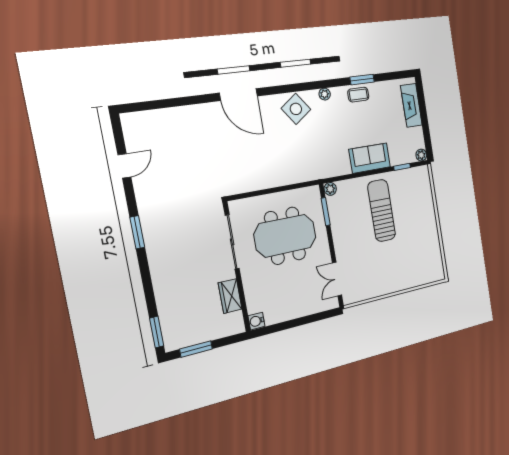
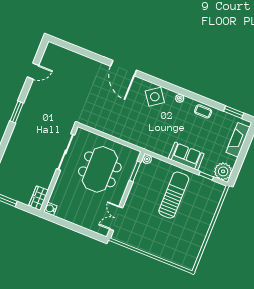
window: (362, 79) -> (234, 112), moved
plant: (421, 155) -> (223, 171), width x1.88, depth x1.88
meeting table: (285, 236) -> (100, 169), turned 90
wardrobe: (230, 296) -> (38, 198), moved

